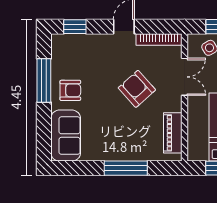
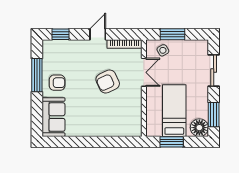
armchair: (137, 89) -> (108, 82), turned -73
piano: (173, 133) -> (135, 115), removed
window: (126, 168) -> (99, 142), removed

